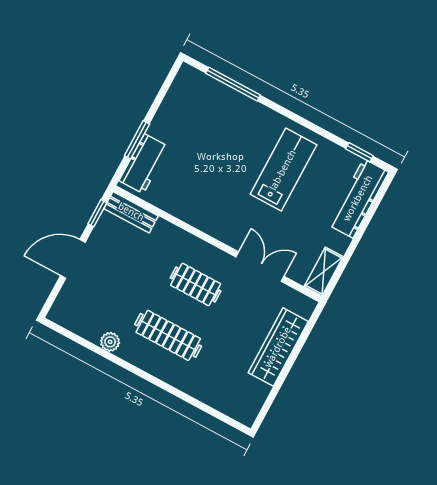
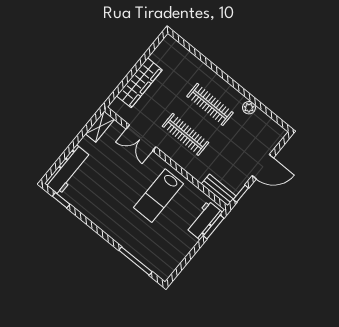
window: (137, 140) -> (214, 227), moved
lab bench: (283, 170) -> (159, 196), moved
clothes rail: (196, 284) -> (186, 134), width x1.36

